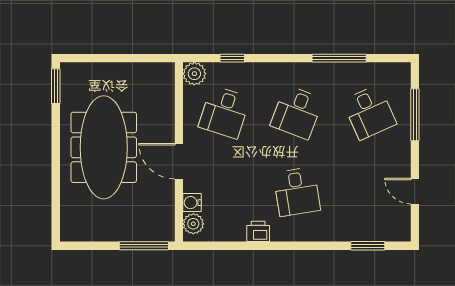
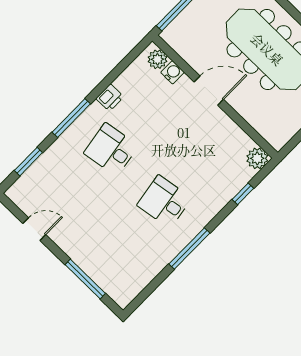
window: (339, 58) -> (189, 248), moved
desk: (224, 112) -> (212, 153), removed
desk: (297, 112) -> (164, 202), turned -30
desk: (369, 112) -> (117, 250), removed
window: (303, 246) -> (71, 118), added

